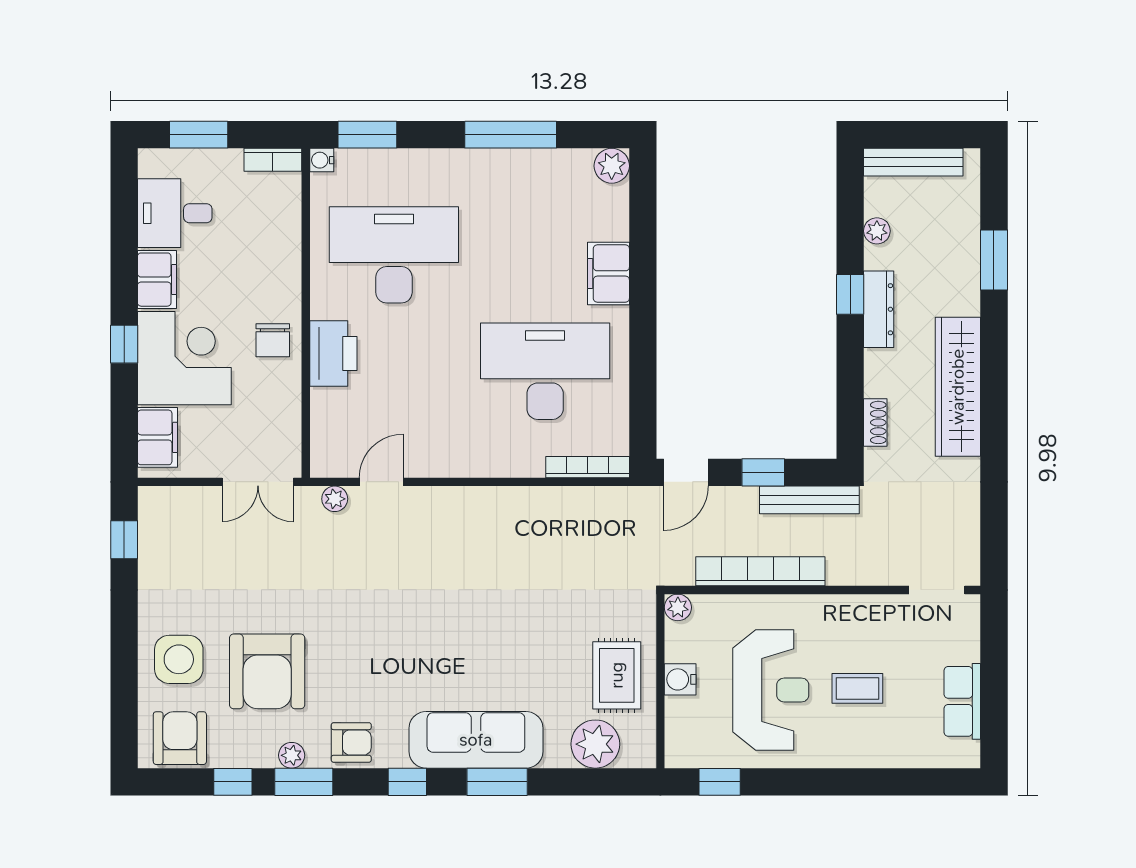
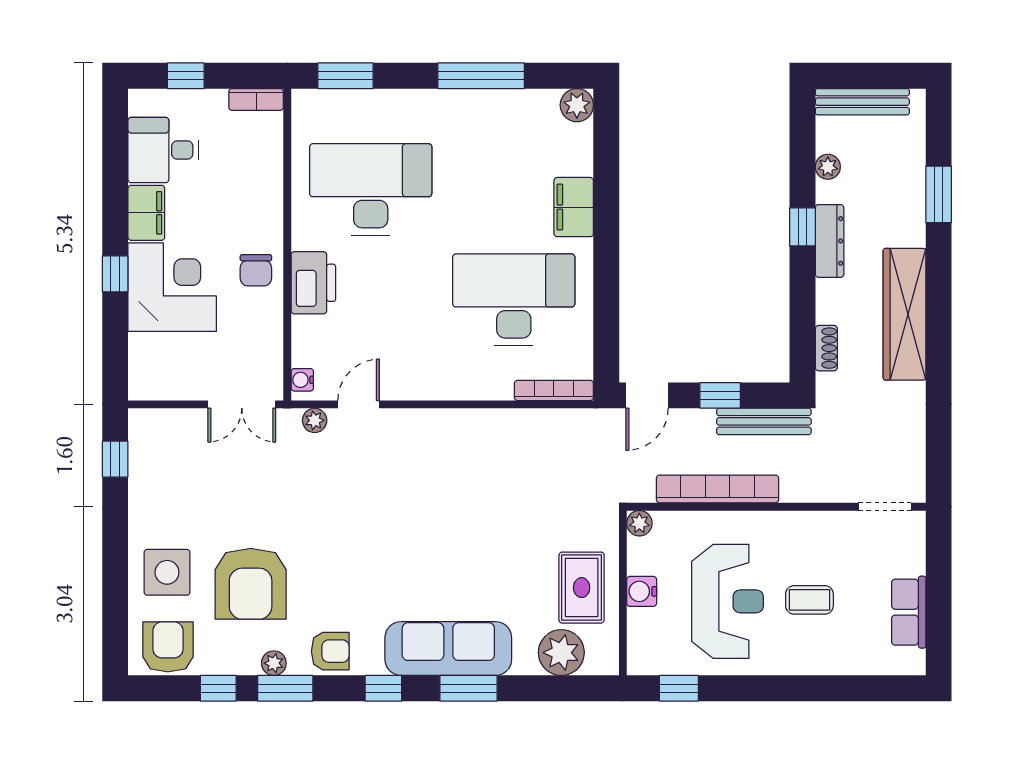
window: (199, 135) -> (186, 76), width x0.67
water cooler: (322, 160) -> (302, 380), moved
filing cabinet: (158, 437) -> (147, 362), removed

